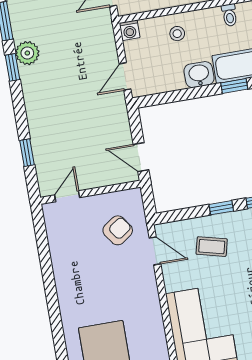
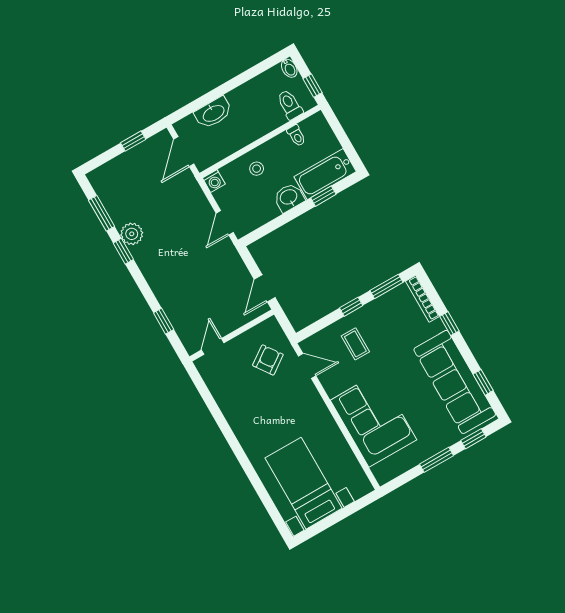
door: (141, 157) -> (265, 288), hinge flipped
coffee table: (212, 247) -> (355, 344), turned 76

